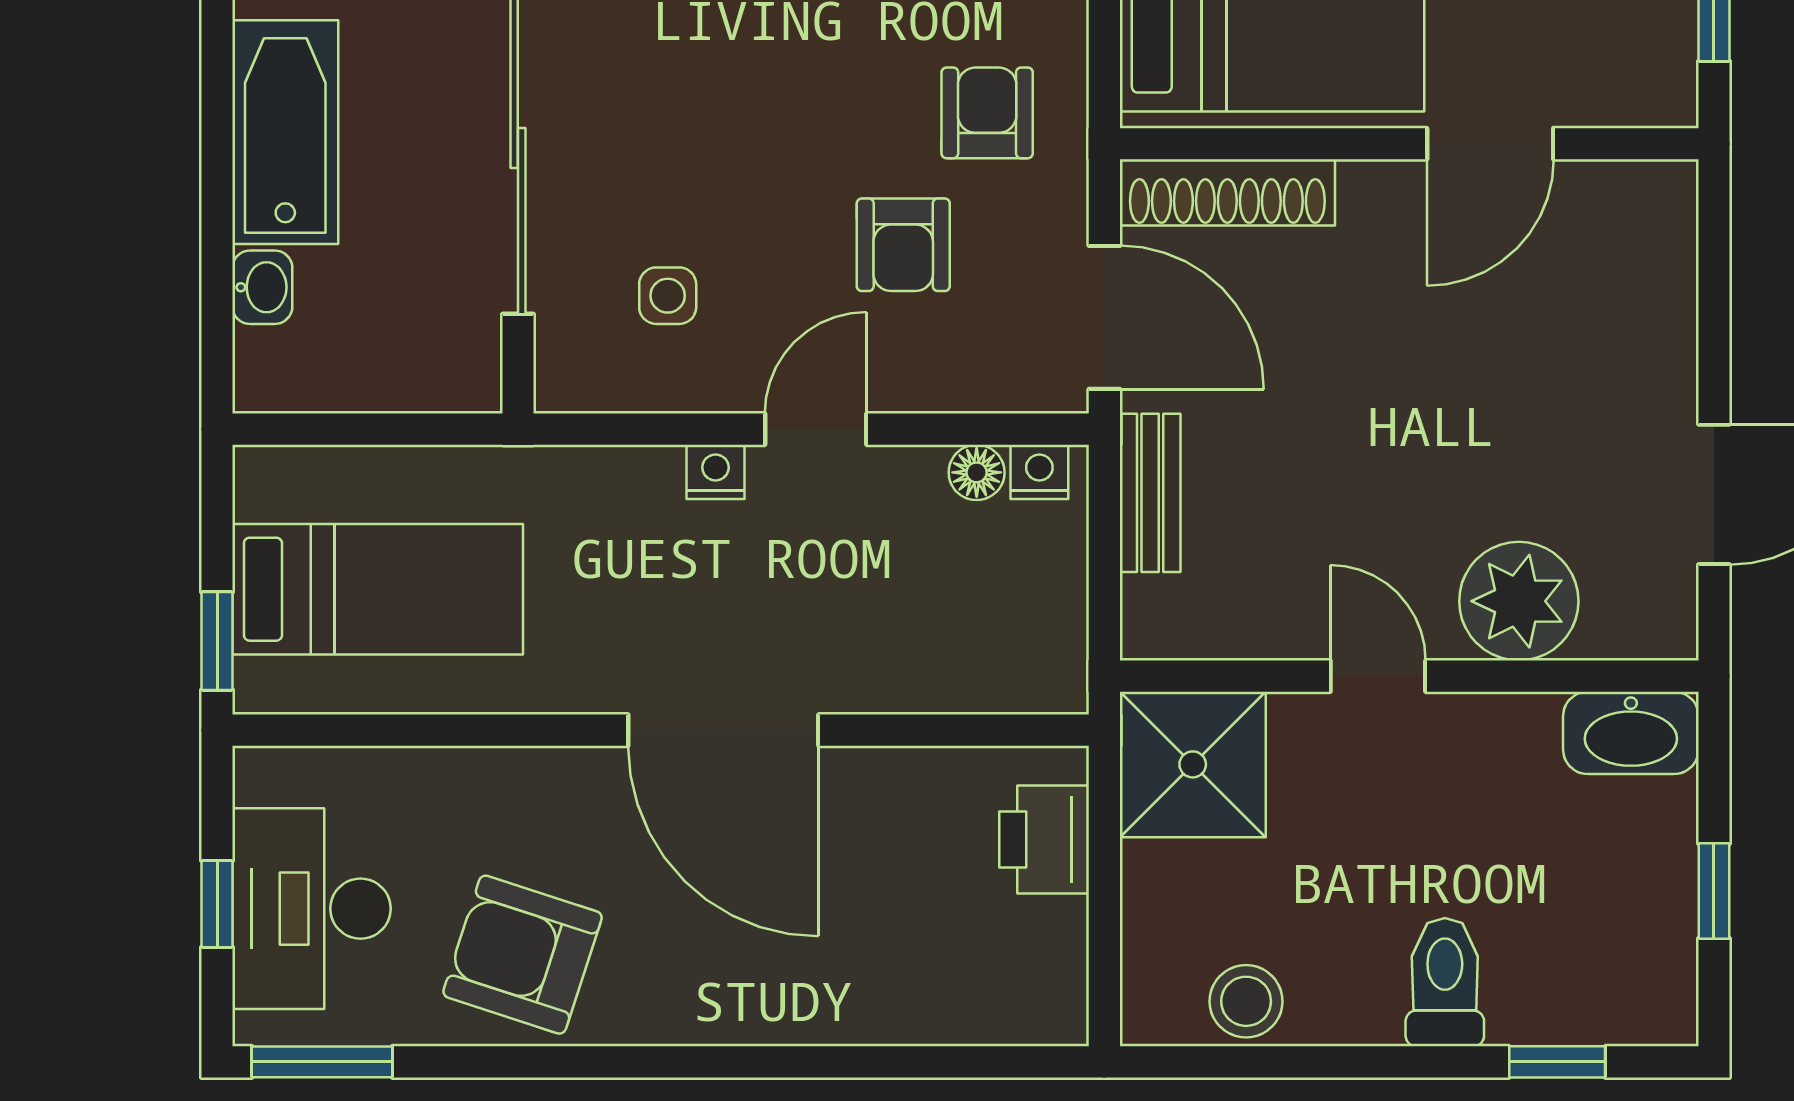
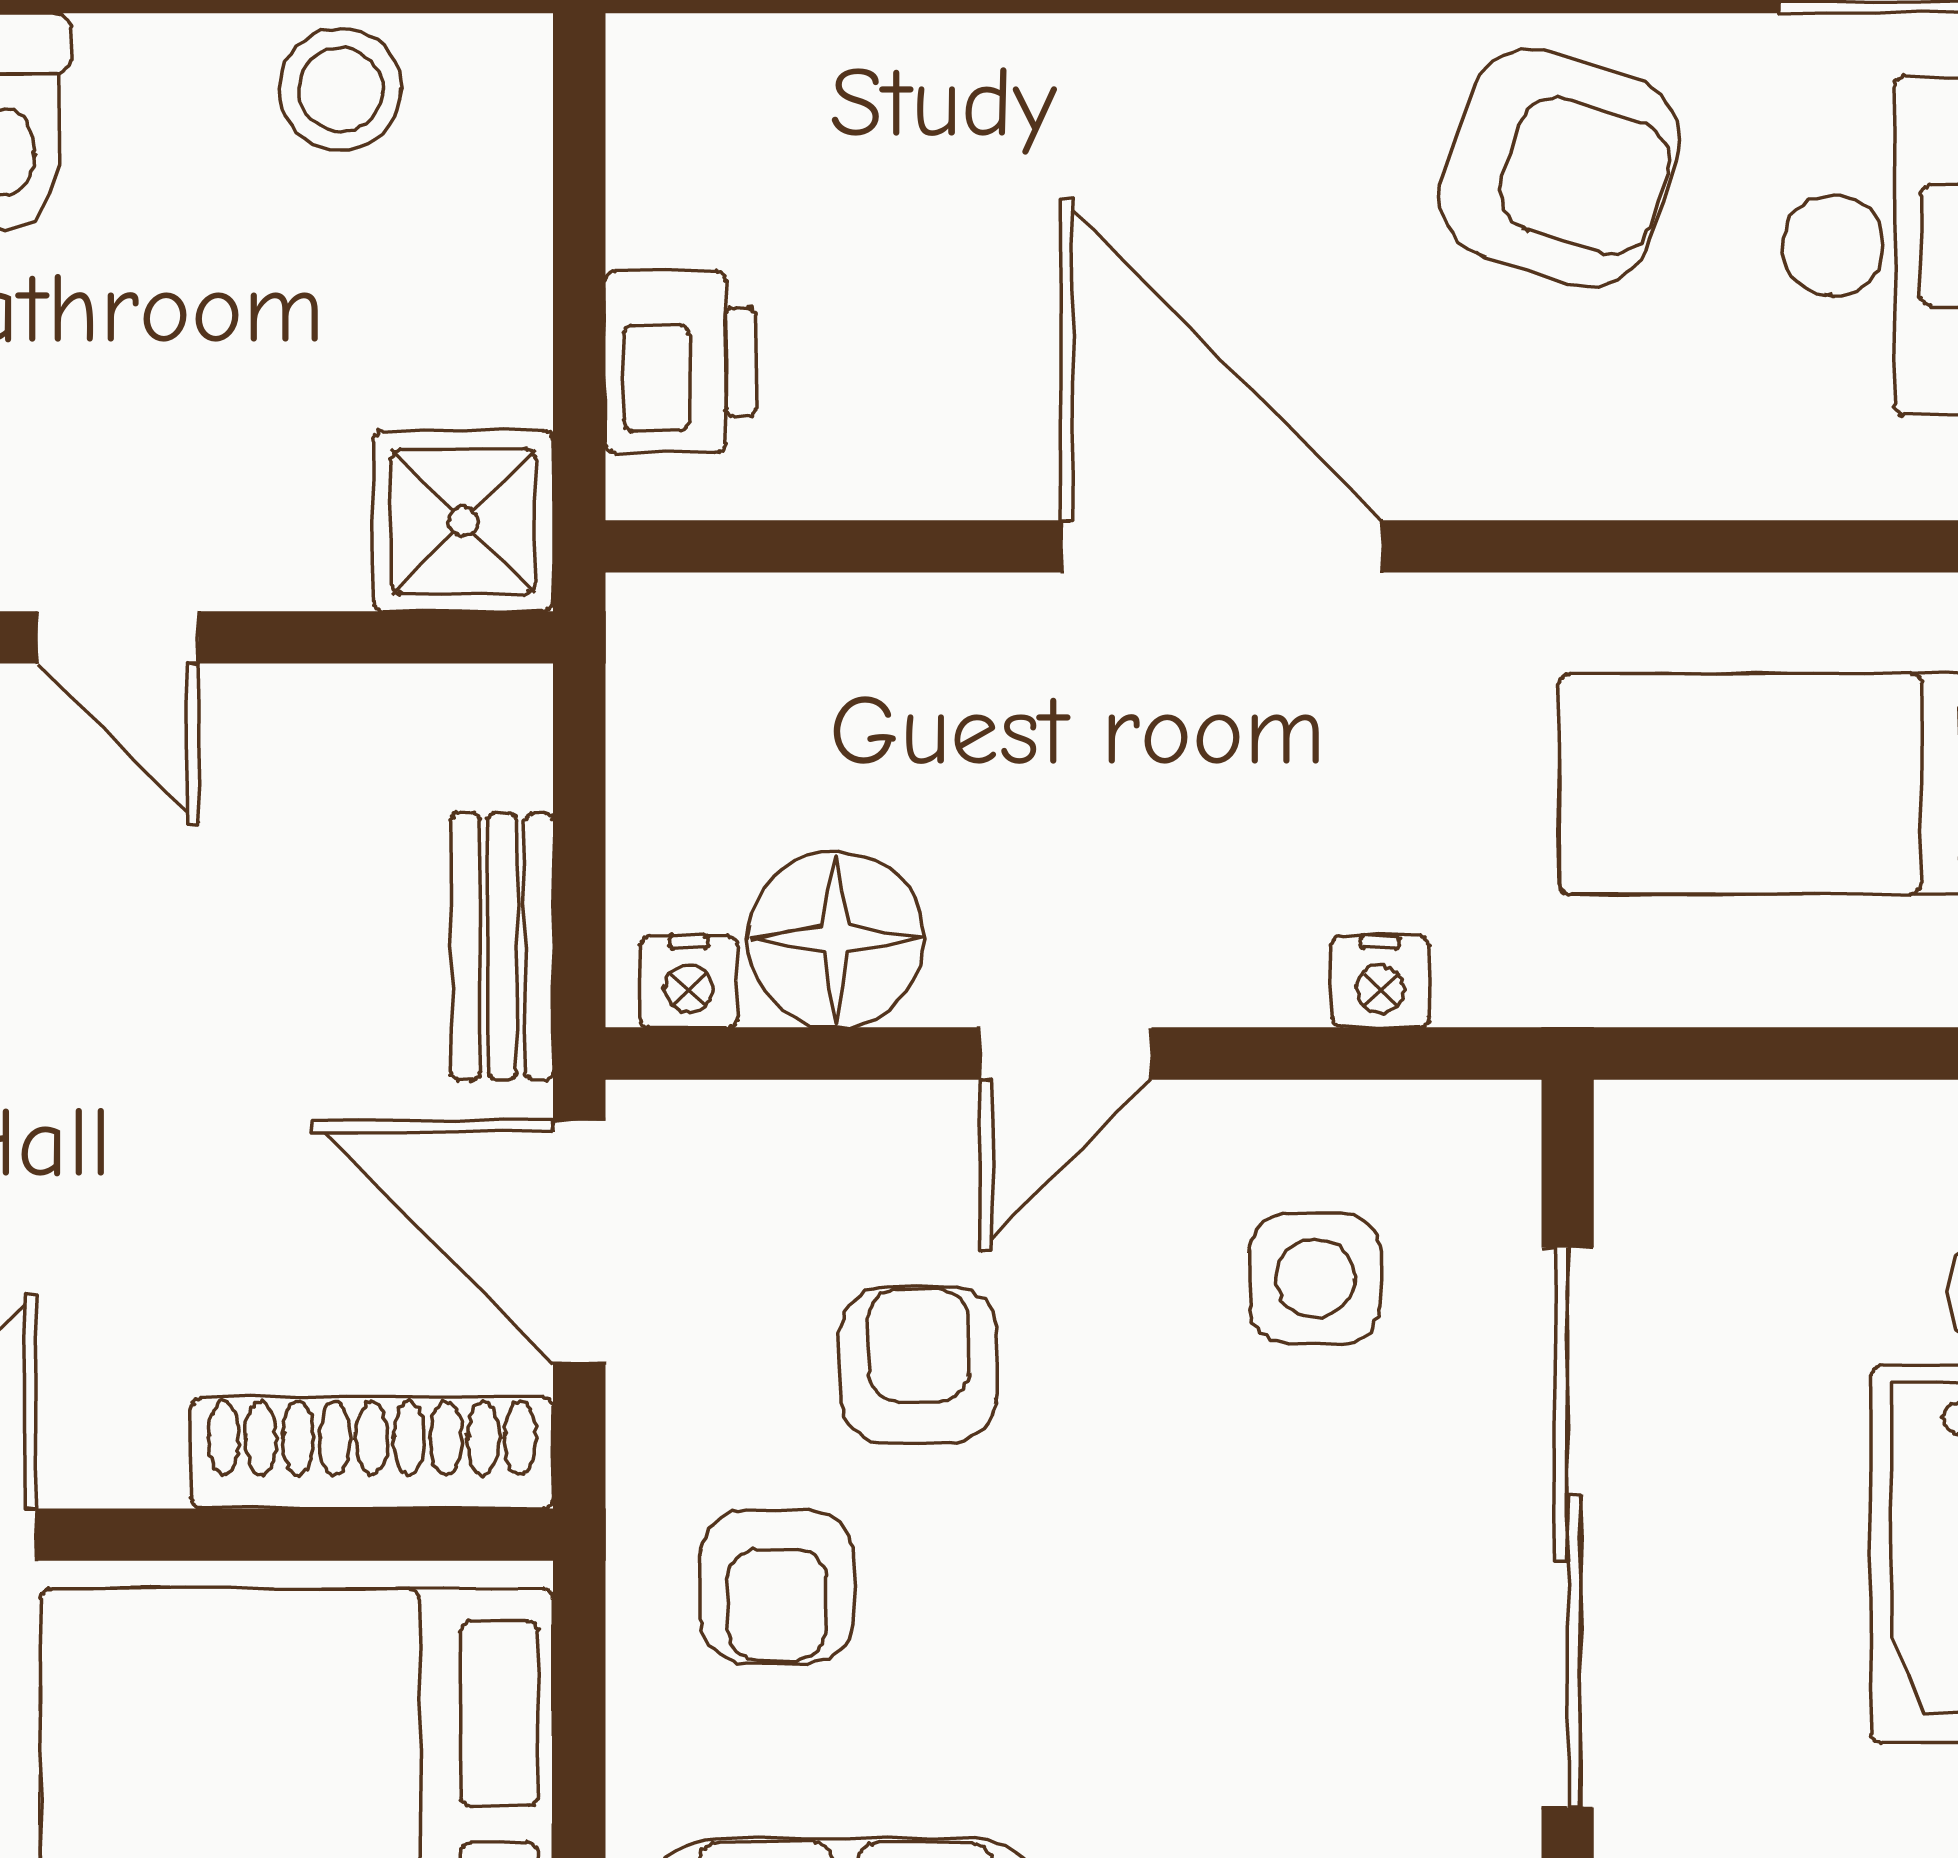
side table: (668, 296) -> (1315, 1278), width x1.37, depth x1.37
nightstand: (716, 472) -> (1380, 982), moved
floor lamp: (977, 472) -> (836, 939), width x1.89, depth x1.89
shower: (1193, 764) -> (463, 521), width x0.73, depth x0.73

